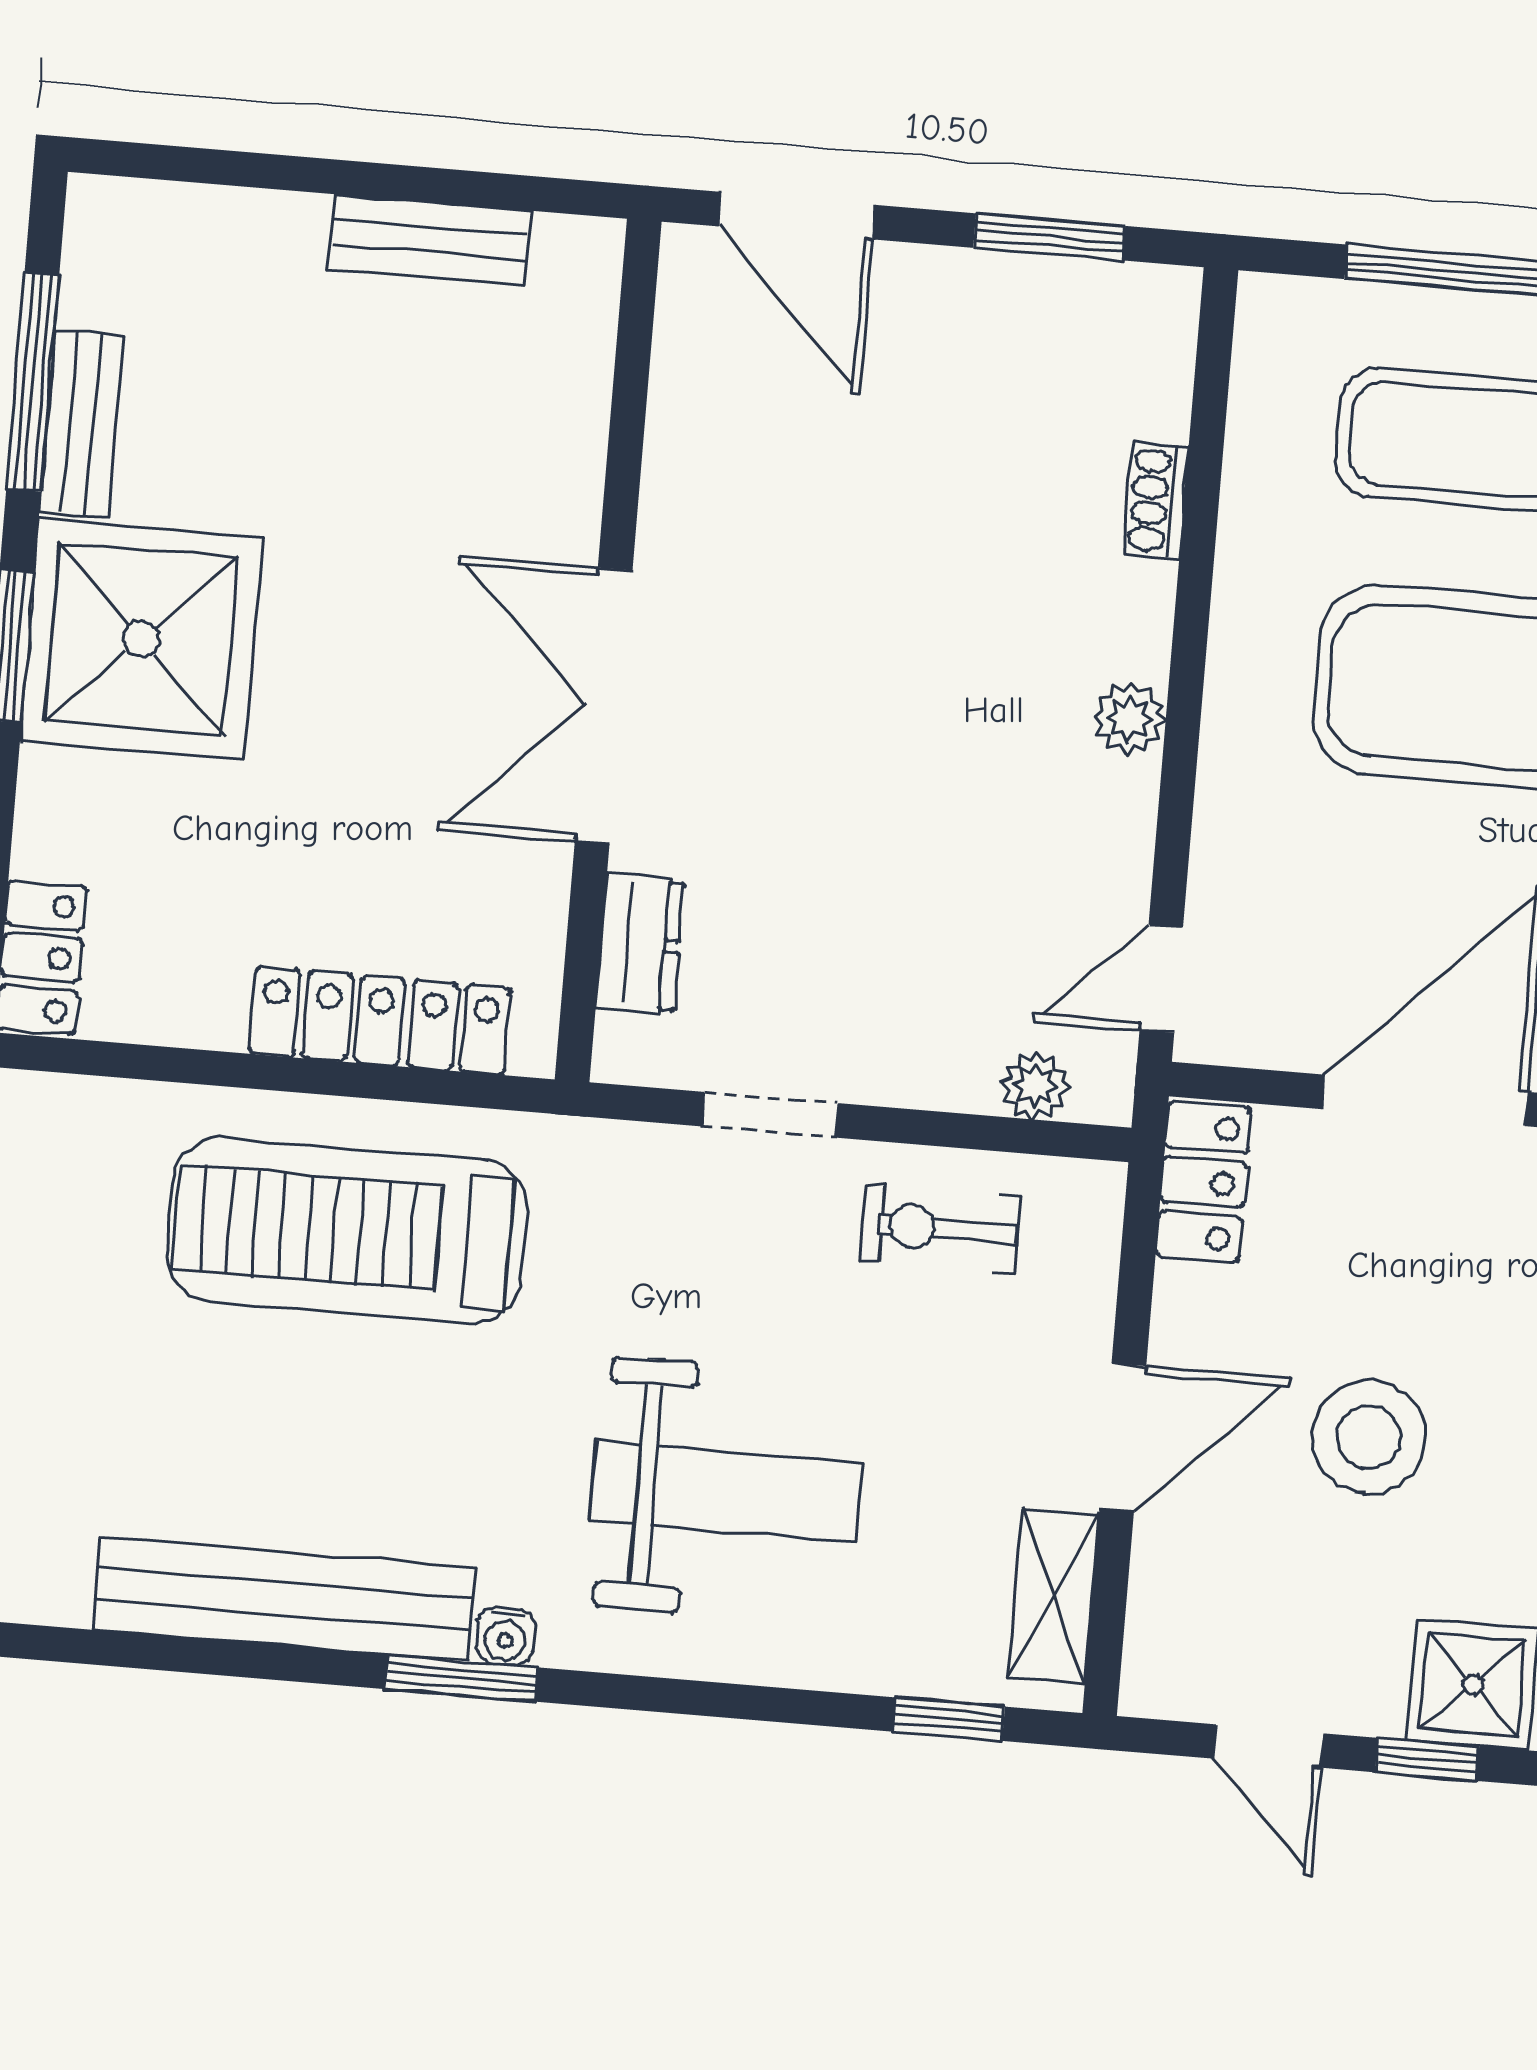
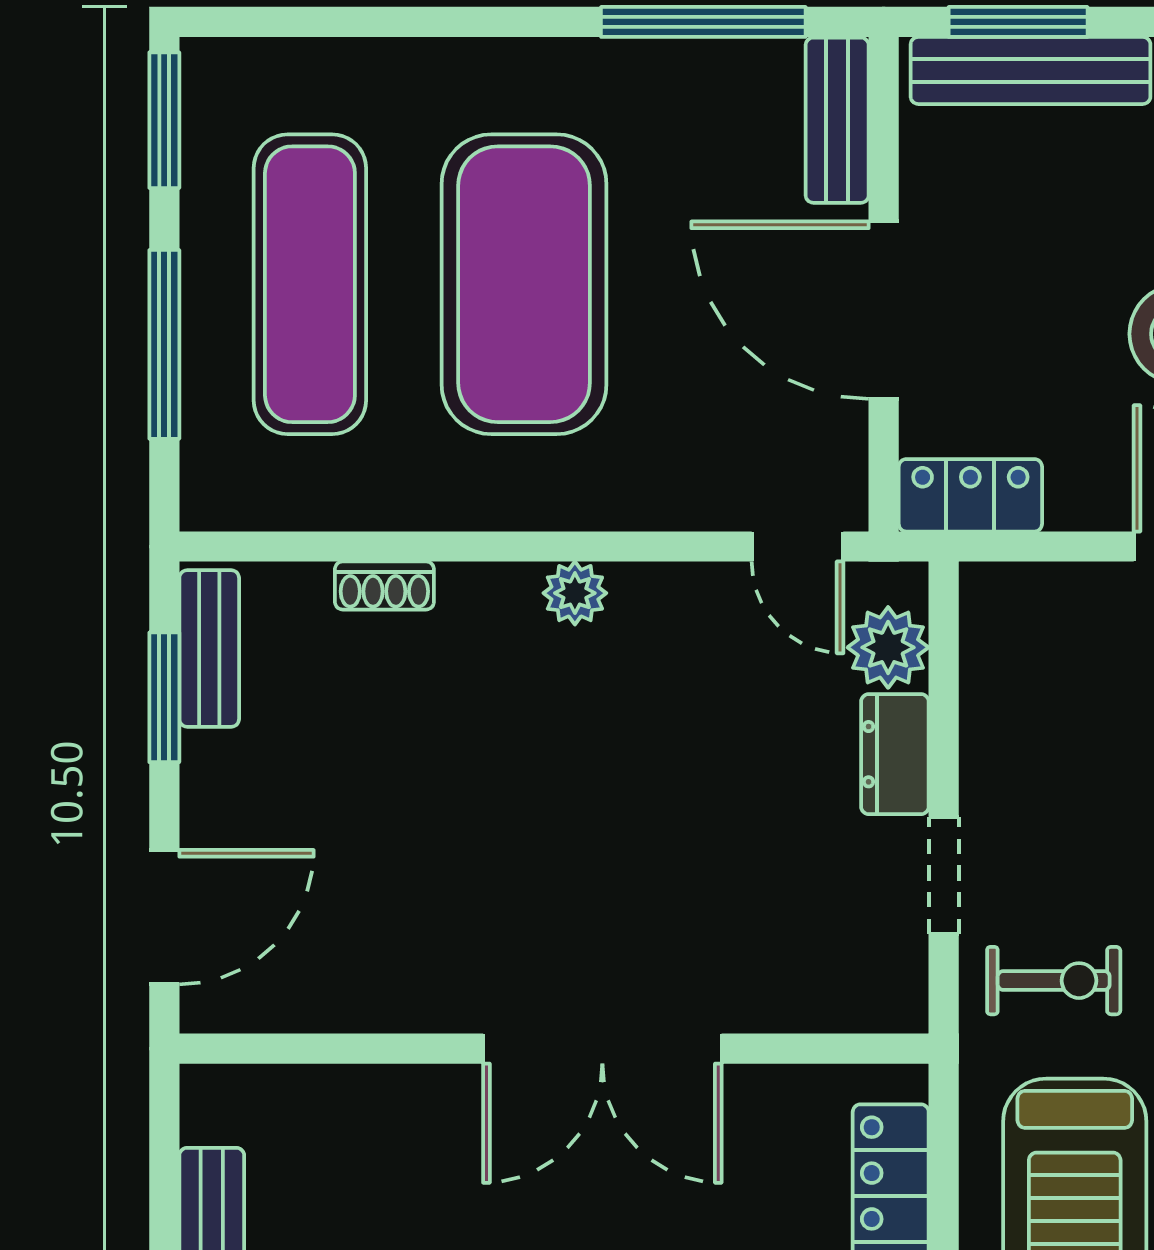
bench: (1101, 293) -> (209, 649), added
dresser: (640, 944) -> (895, 754), moved, turned -90
plant: (1036, 1086) -> (888, 647), width x1.38, depth x1.38
exercise bike: (940, 1229) -> (1054, 981), moved, turned -90

